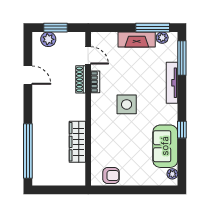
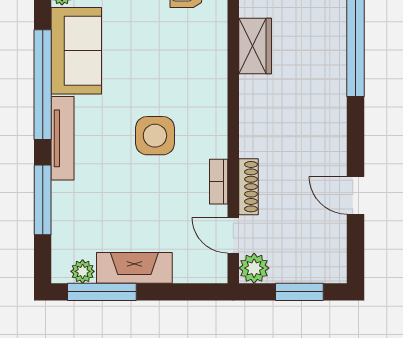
plant: (48, 39) -> (254, 268), moved
window: (182, 58) -> (43, 200), moved
tv unit: (172, 83) -> (63, 138), moved
window: (182, 130) -> (43, 85), width x3.17
wardrobe: (77, 142) -> (255, 46), width x0.67

